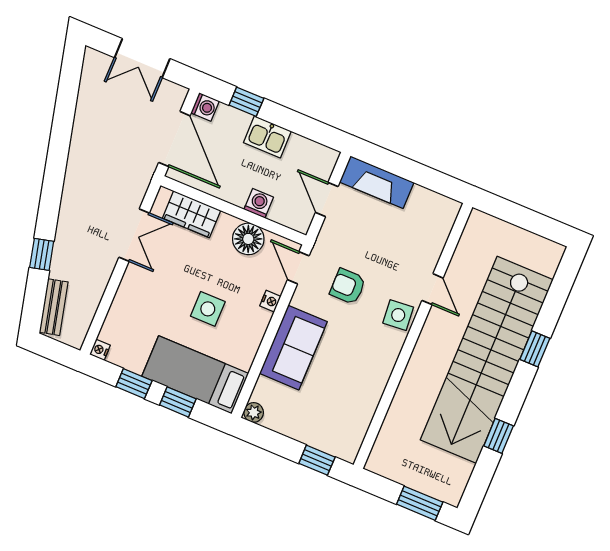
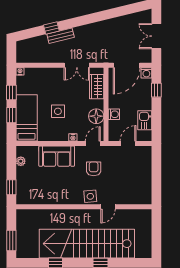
kitchen sink: (267, 137) -> (145, 120), moved
fireplace: (377, 182) -> (145, 162), removed
bench: (54, 307) -> (61, 36), moved
plant: (254, 412) -> (21, 161), moved

